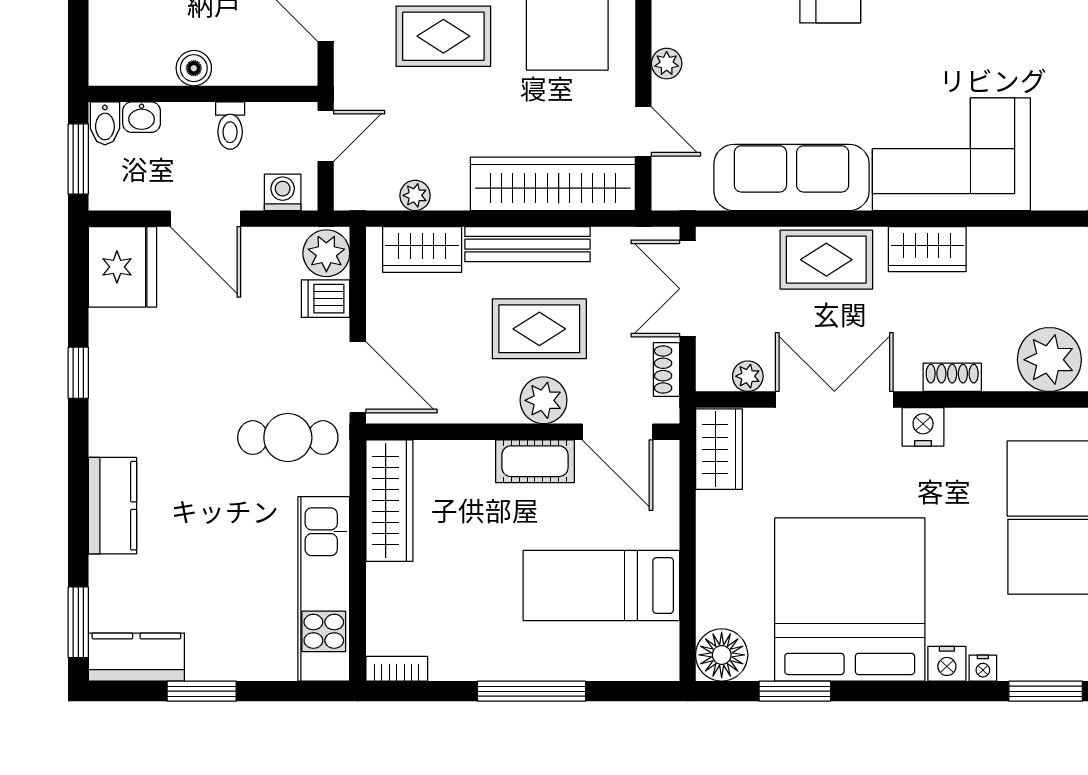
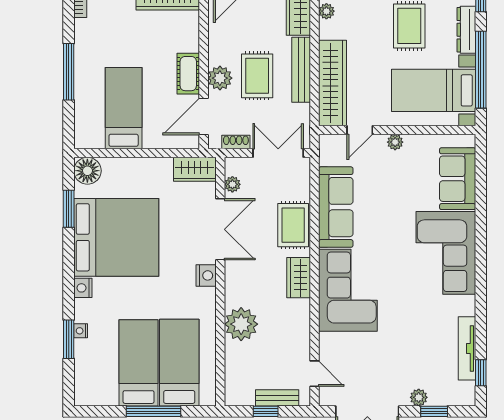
plant: (1049, 360) -> (241, 324), moved
shoe rack: (952, 377) -> (232, 291), removed
nightstand: (983, 668) -> (81, 331), moved

